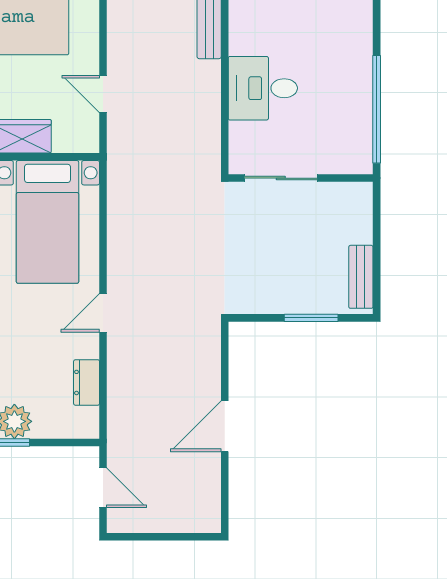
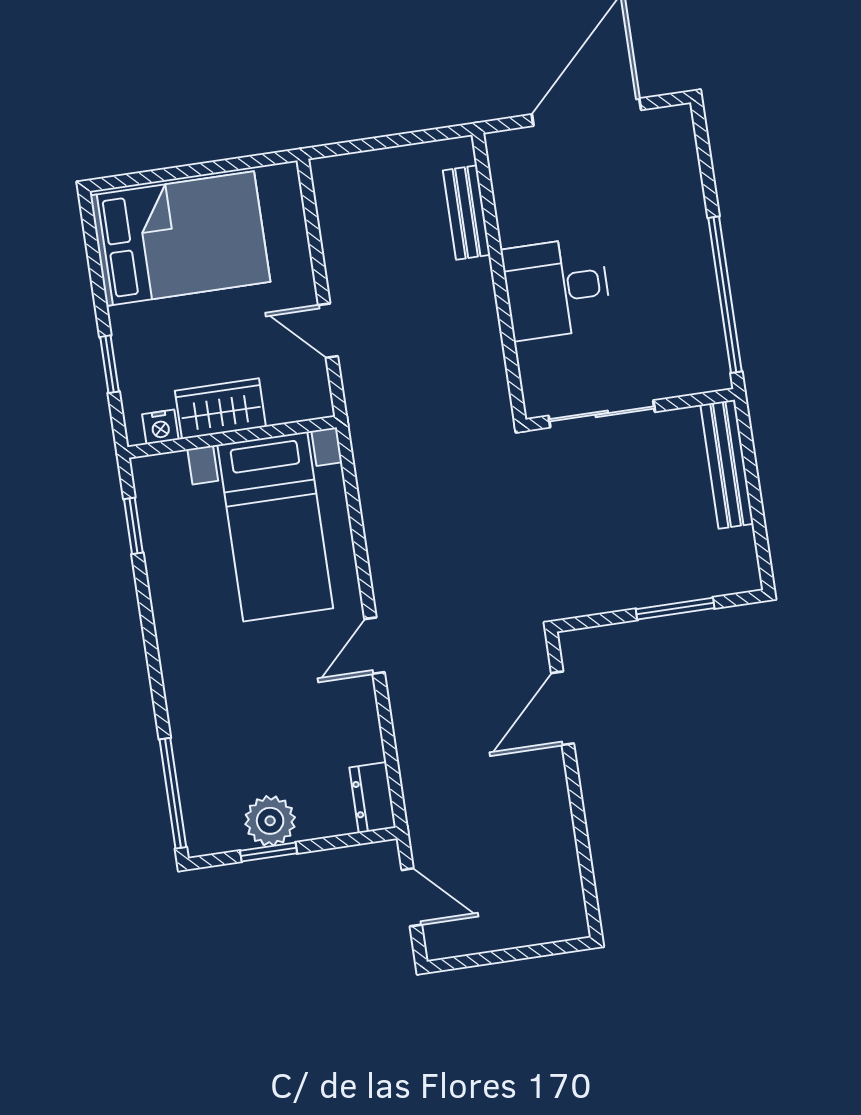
bench: (361, 277) -> (727, 464), moved, width x1.36
dresser: (87, 382) -> (373, 798), moved
door: (225, 426) -> (563, 708), moved

